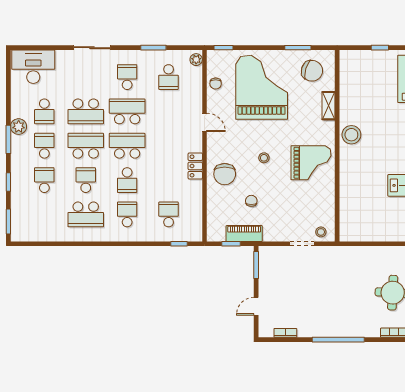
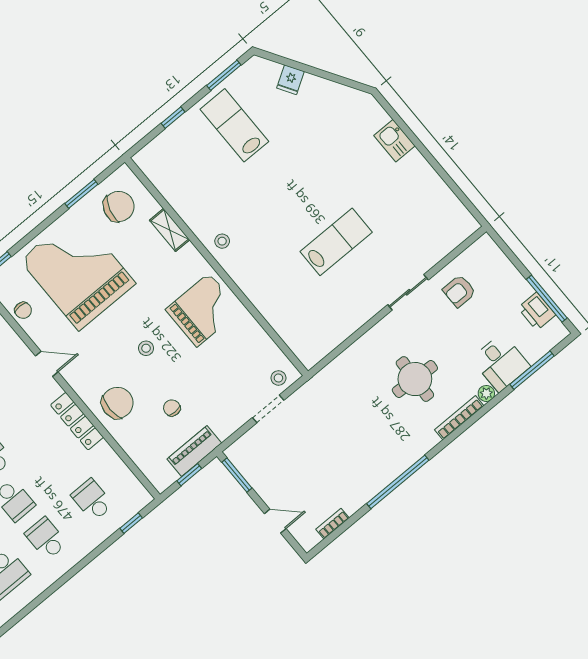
stool: (351, 135) -> (222, 241), width x0.53, depth x0.53
locker: (195, 166) -> (77, 421), width x1.53
chair: (225, 174) -> (117, 403), turned -90
door: (256, 306) -> (275, 521), swing flipped

